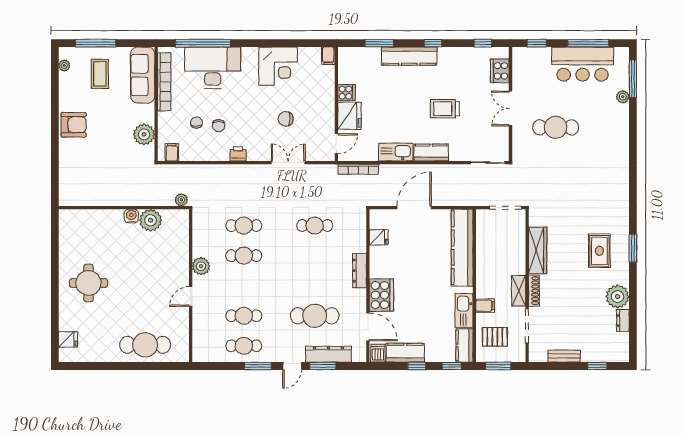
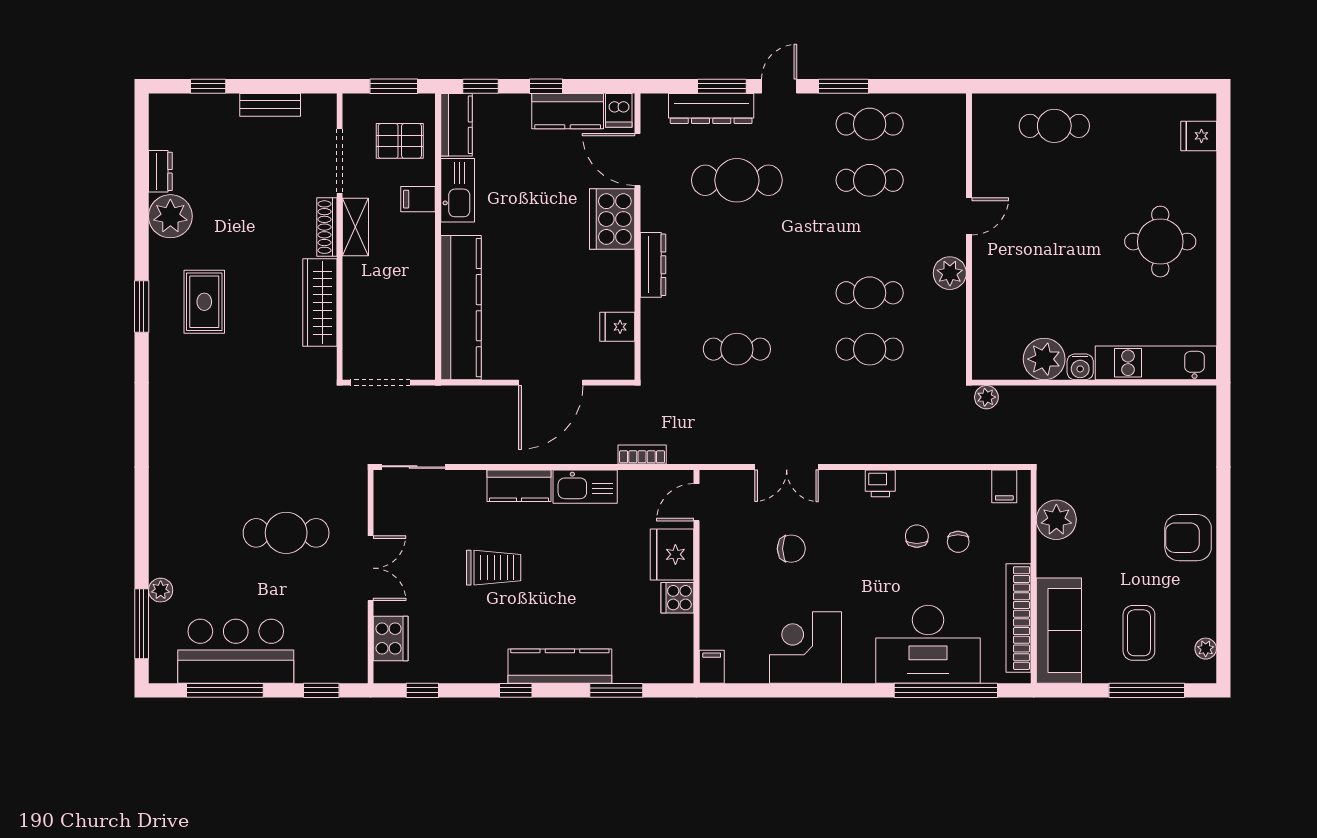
bookcase: (358, 169) -> (642, 455), width x0.64
kitchen unit: (91, 218) -> (1156, 363), added
cafe table: (145, 345) -> (1054, 126), width x0.73, depth x0.74

